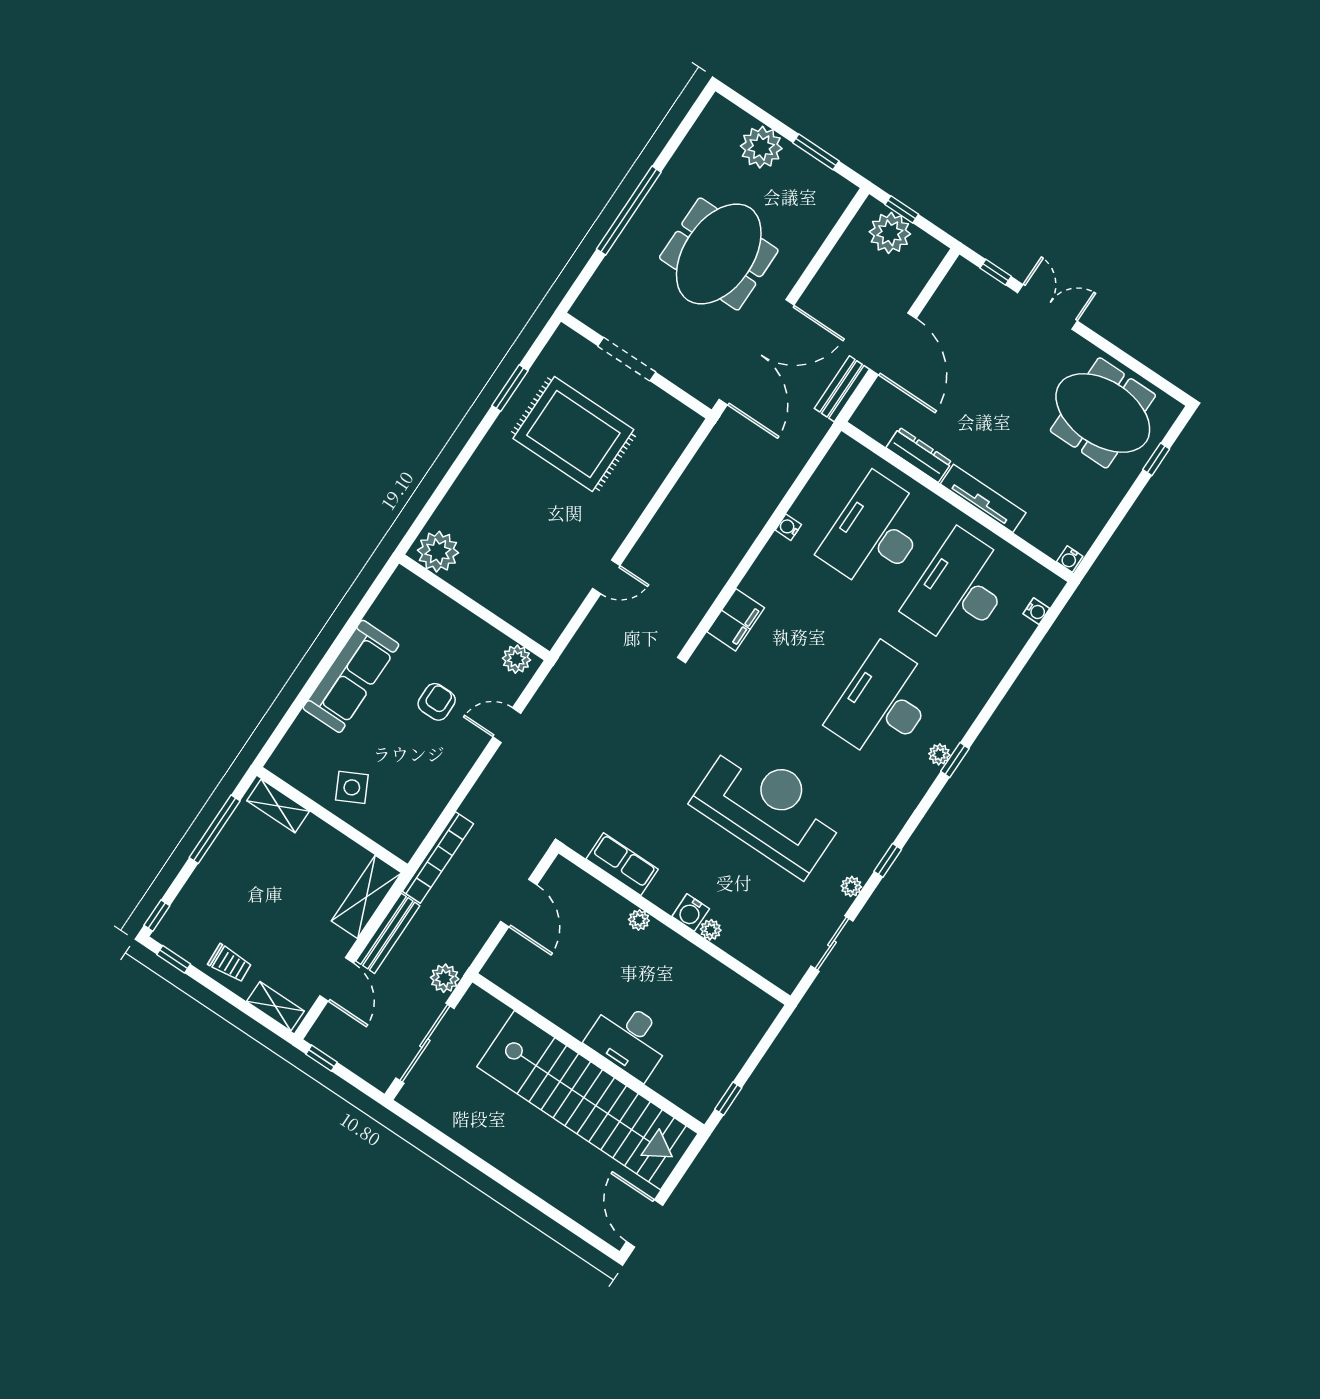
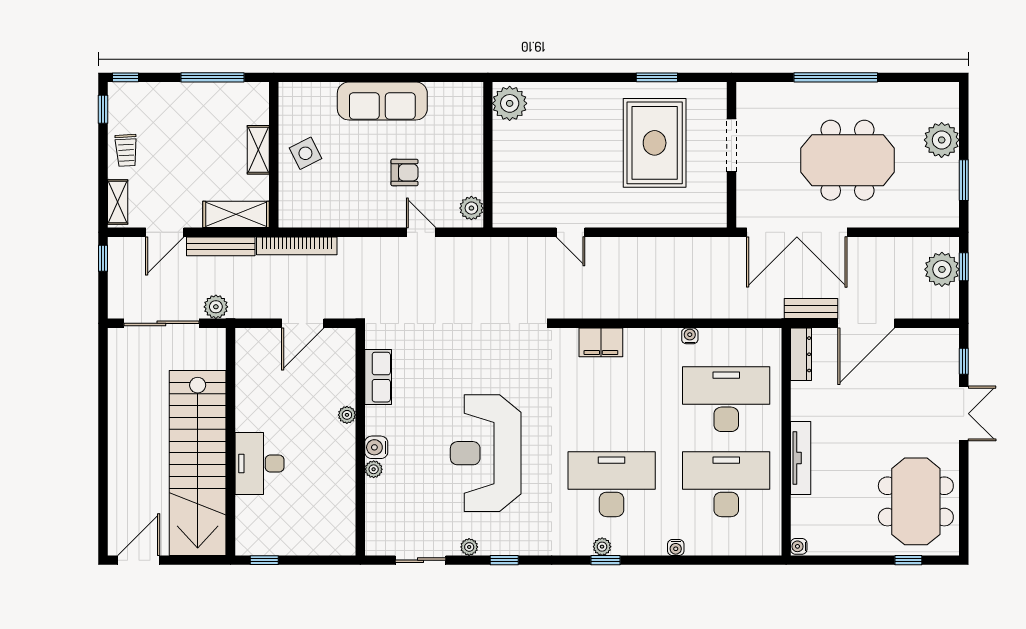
dresser: (919, 455) -> (801, 354), moved
water cooler: (1036, 611) -> (676, 547), moved
shelving: (278, 806) -> (258, 150), moved
reception desk: (769, 808) -> (486, 453), turned 180

